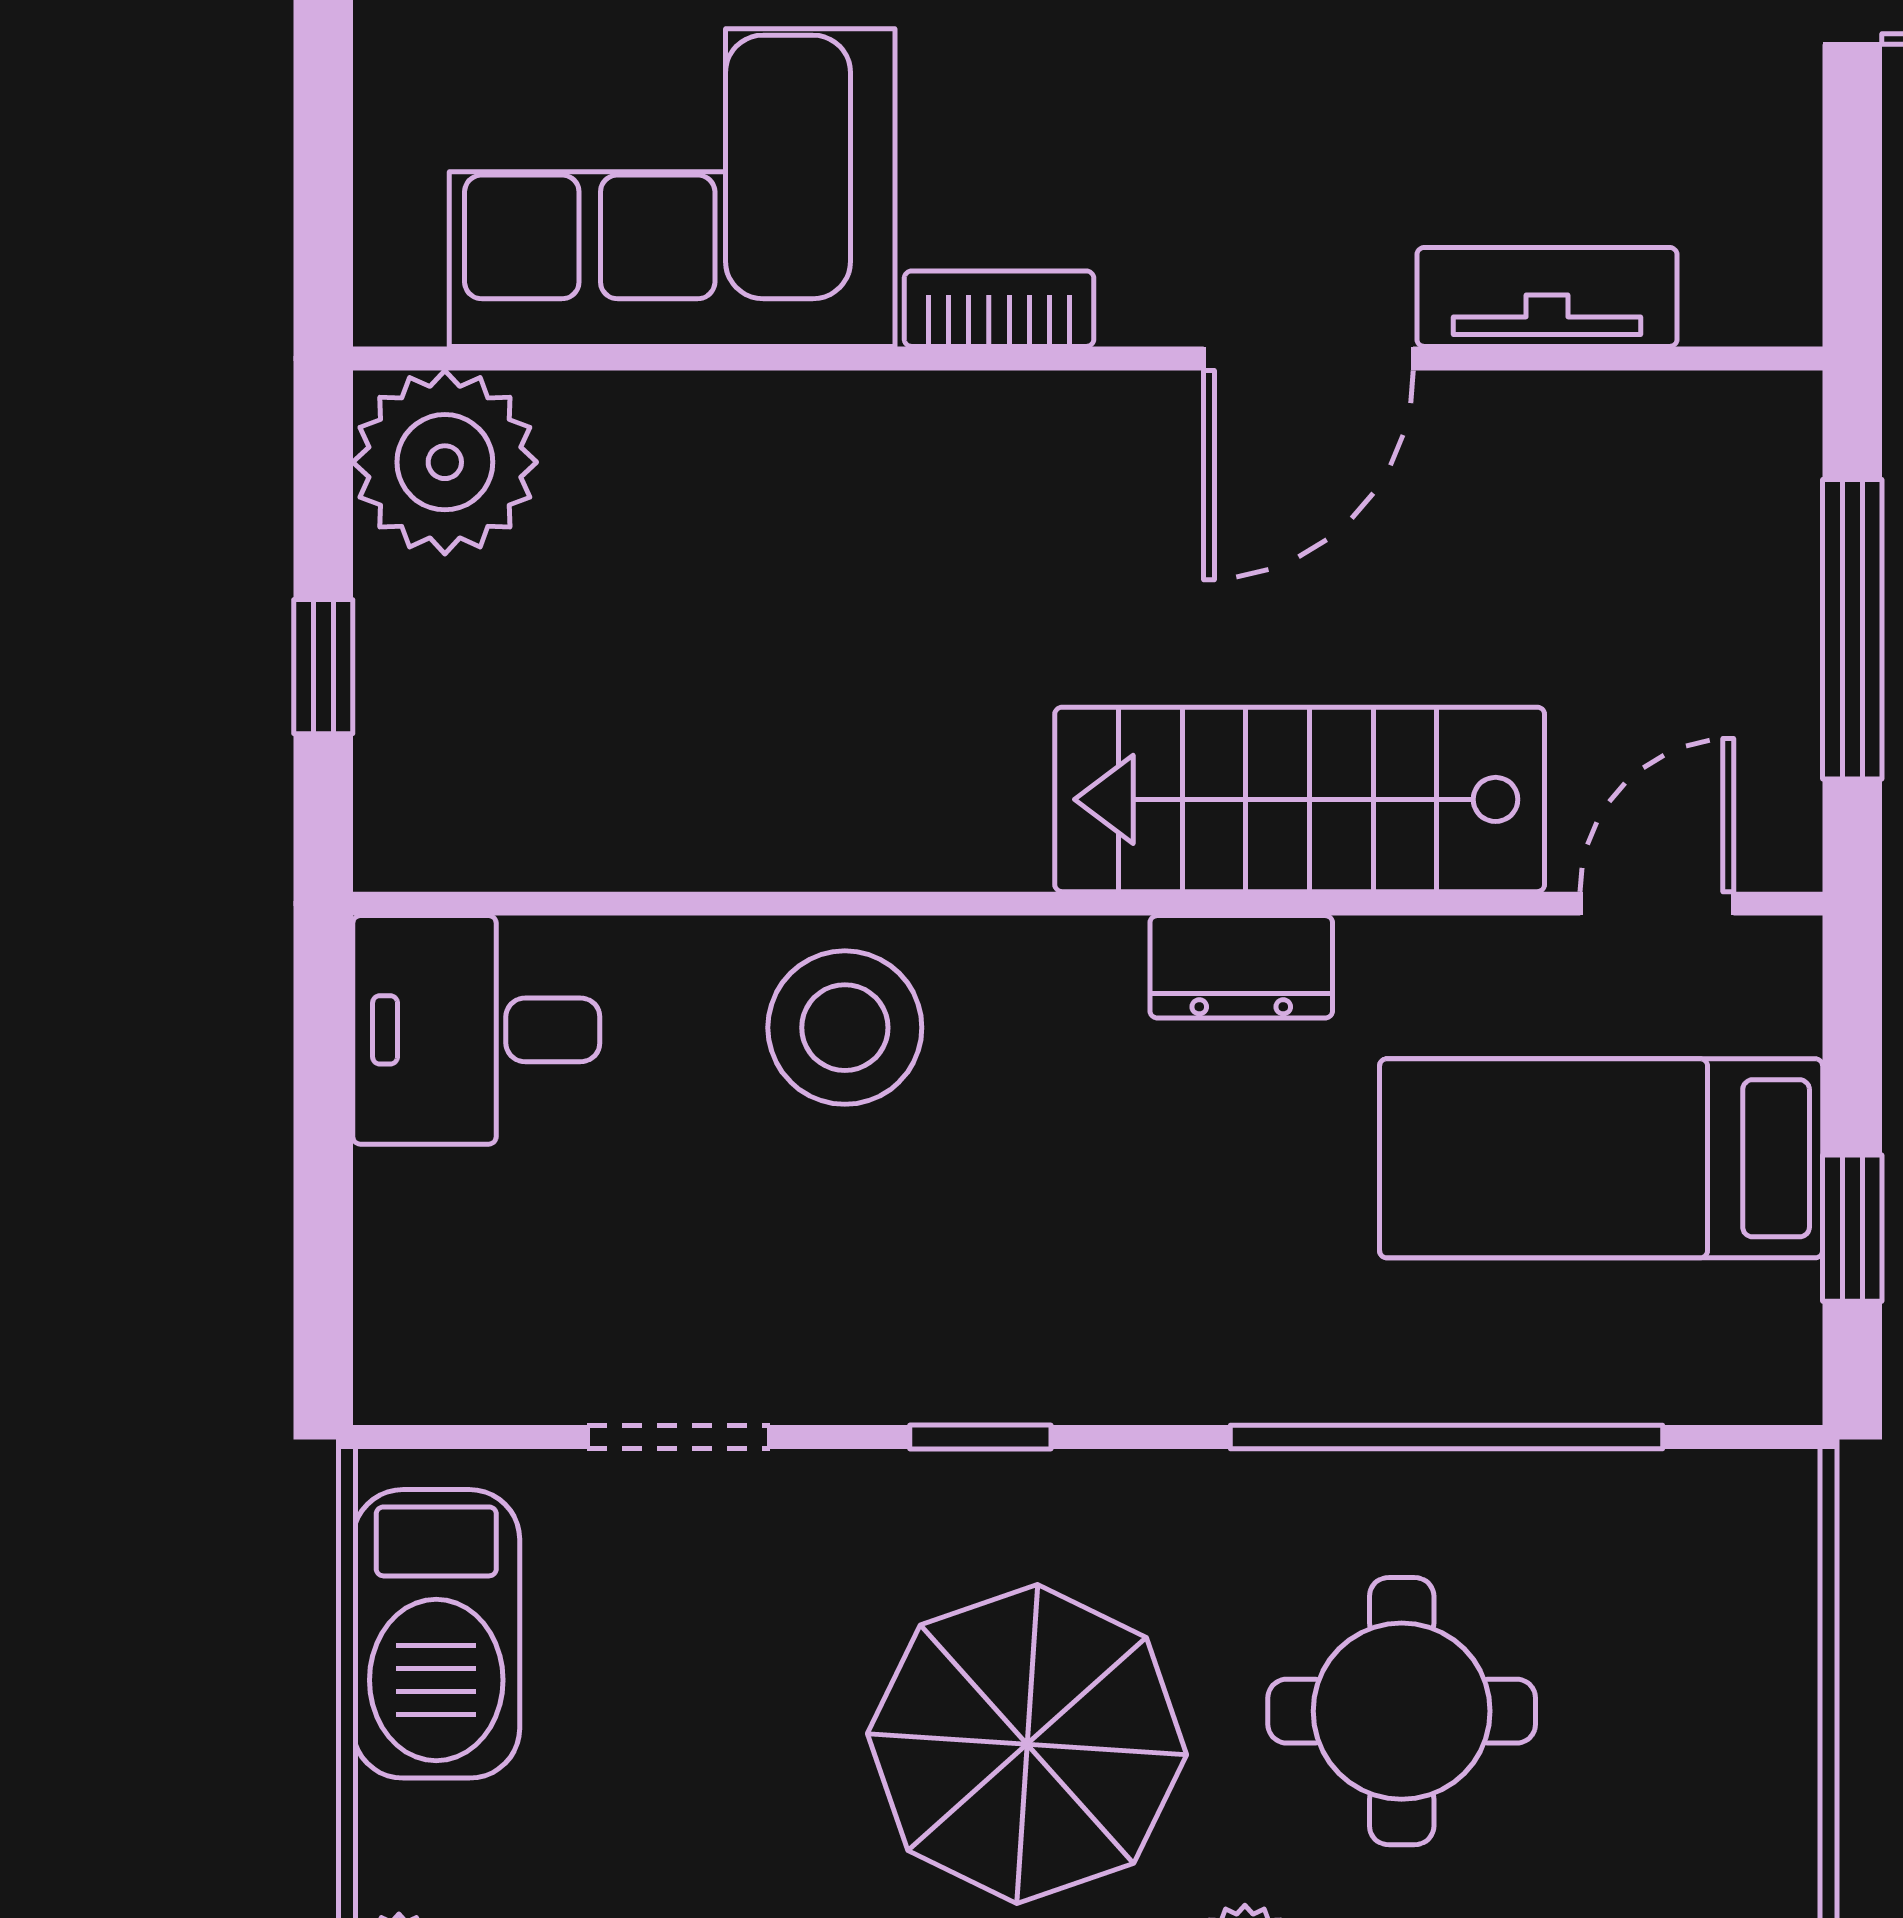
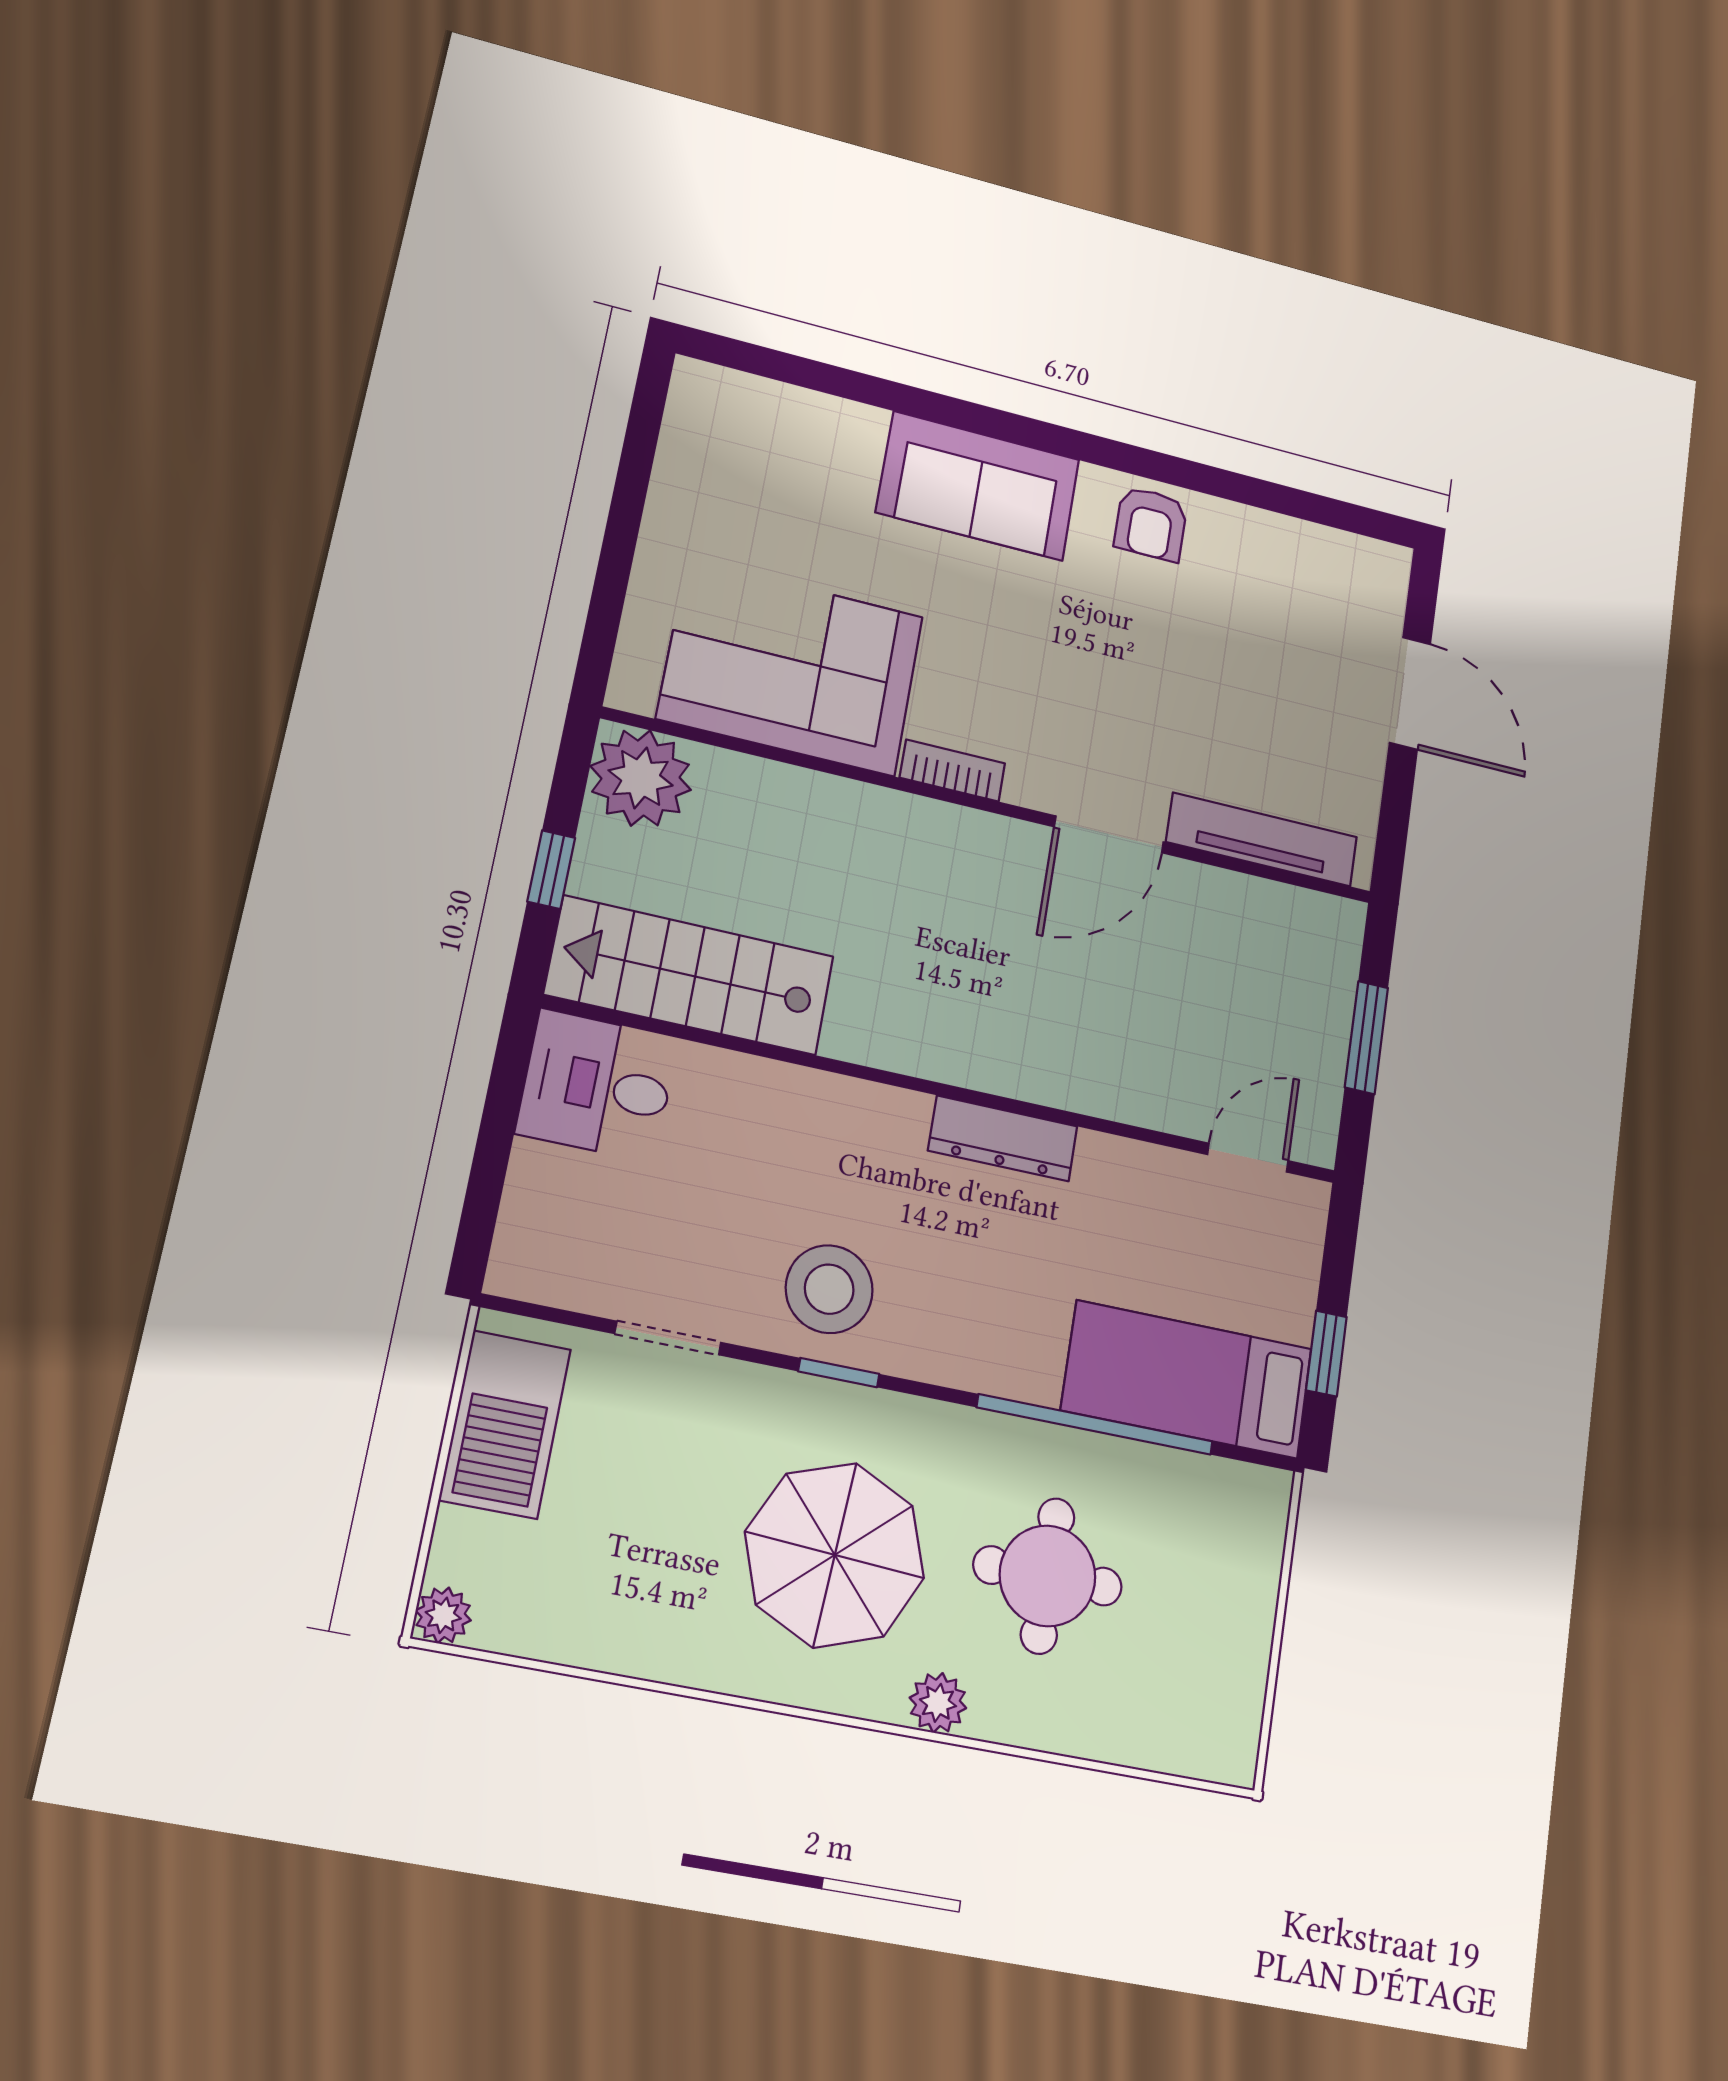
tv unit: (1547, 297) -> (1262, 840), width x1.41
window: (1852, 629) -> (1366, 1037), width x0.69
stairs: (1300, 799) -> (690, 975), moved
dresser: (1241, 967) -> (1003, 1138), width x1.44
stool: (845, 1028) -> (829, 1289), moved
bed: (1601, 1158) -> (1187, 1379), moved

